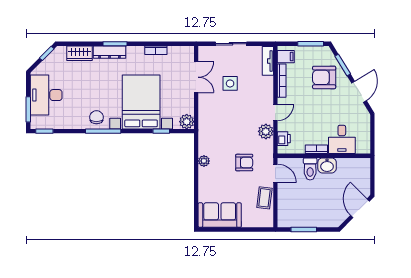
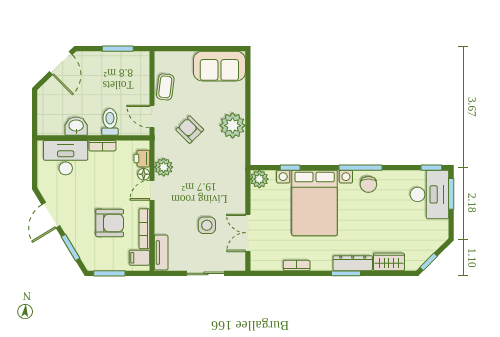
armchair: (324, 77) -> (110, 223), moved
desk: (46, 95) -> (429, 194), moved
floor lamp: (282, 126) -> (144, 174), added
desk: (342, 139) -> (66, 158), width x1.37
plant: (204, 161) -> (233, 126), width x1.88, depth x1.88
armchair: (244, 163) -> (190, 130), turned 45
washbasin: (327, 165) -> (76, 126), moved
door: (360, 208) -> (61, 63), moved

